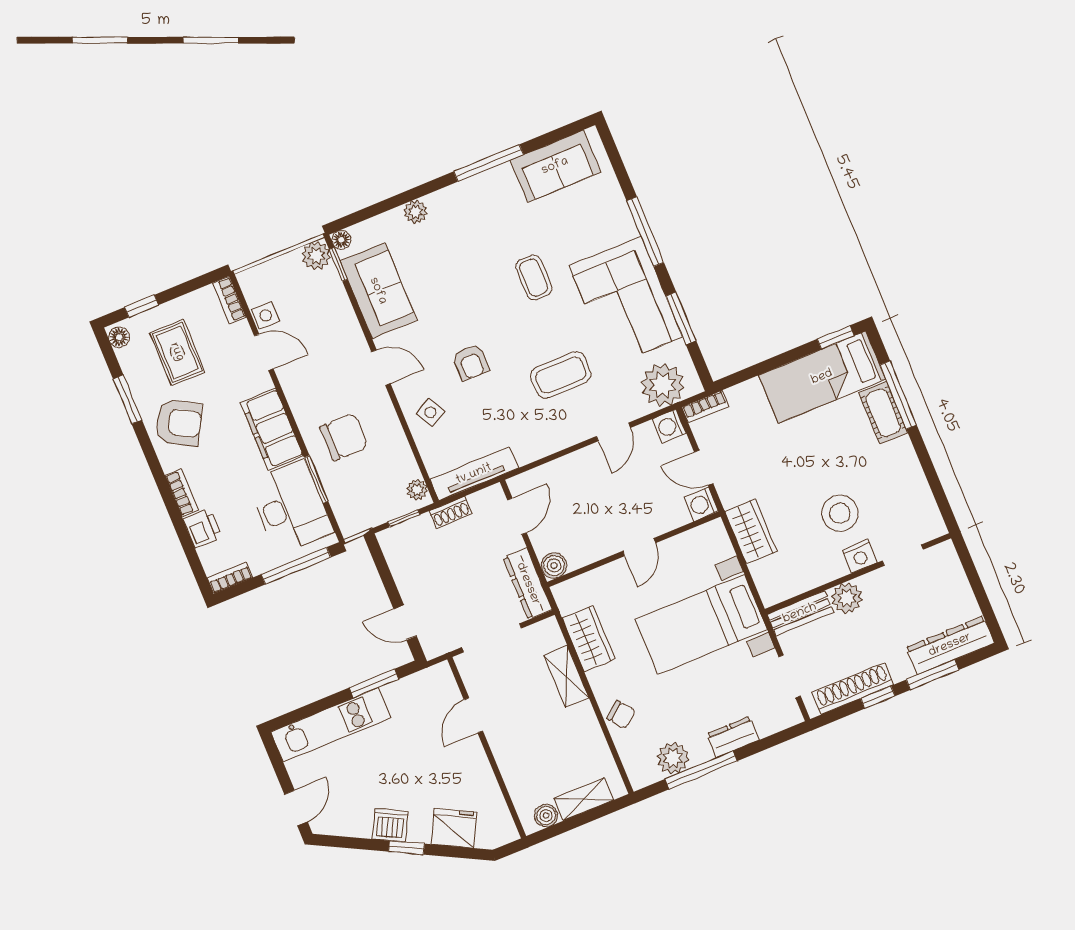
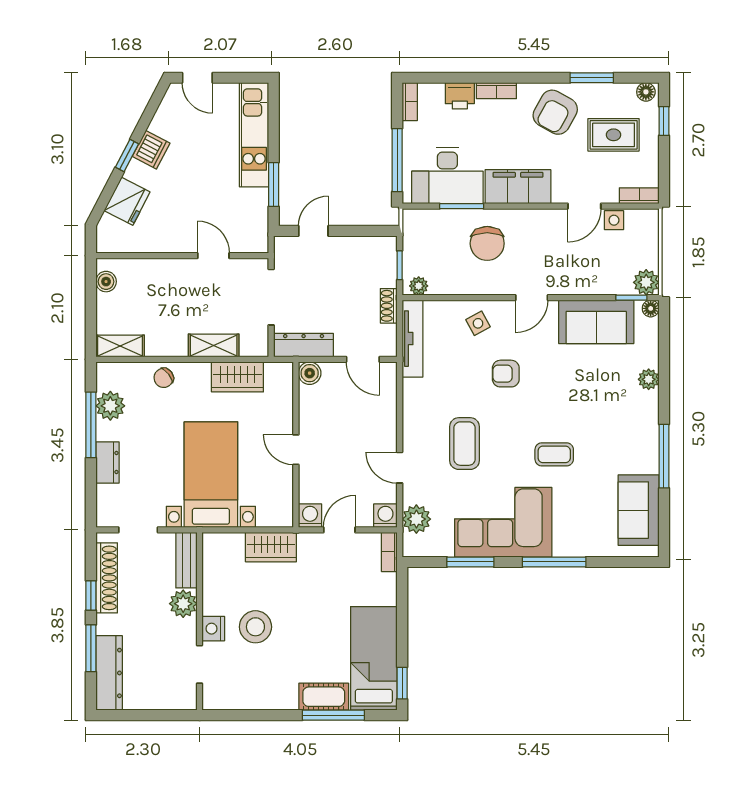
plant: (663, 385) -> (416, 519), width x0.73, depth x0.73
shelving: (584, 799) -> (120, 346), moved, turned 90

